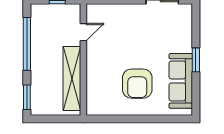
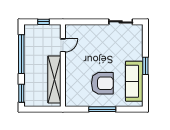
armchair: (137, 84) -> (102, 83), turned -90
window: (137, 119) -> (102, 109), added

